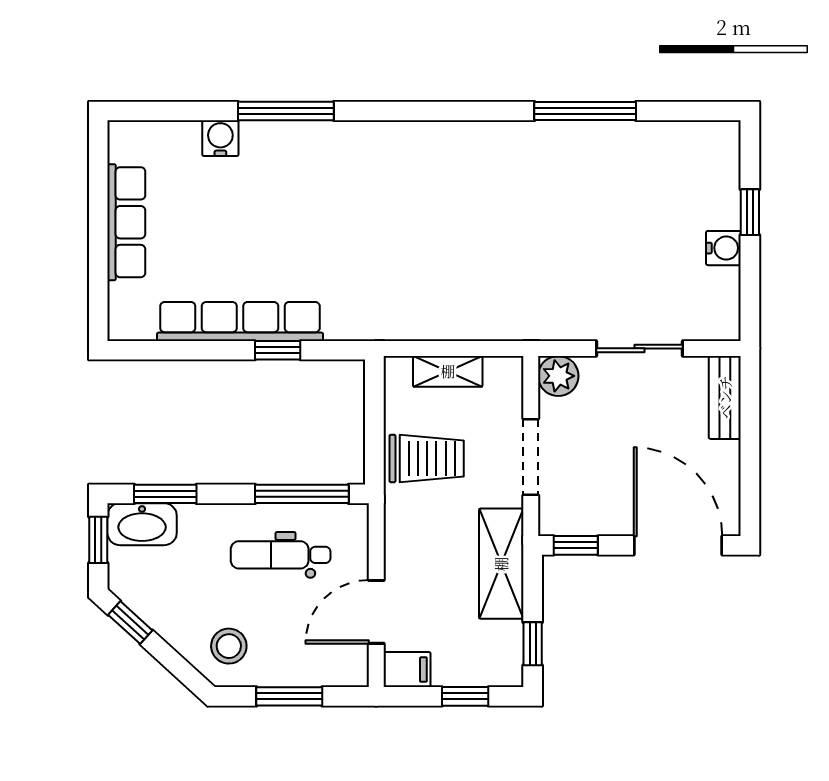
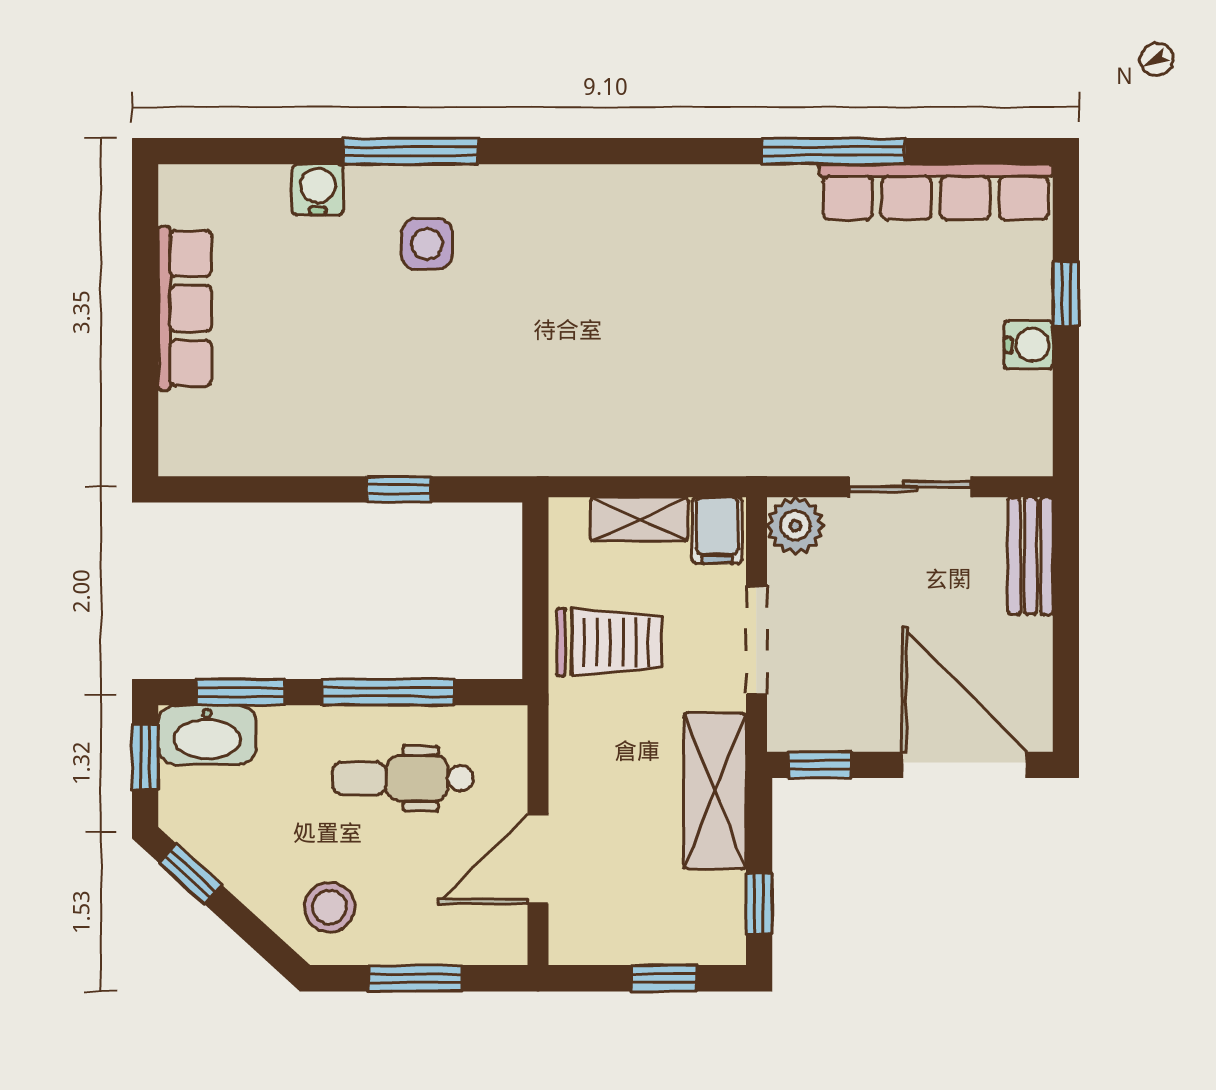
side table: (298, 177) -> (427, 244), added
row of seats: (240, 321) -> (936, 192), moved, turned 180
window: (302, 494) -> (388, 692), moved
filing cabinet: (407, 670) -> (717, 530), moved, turned 90

